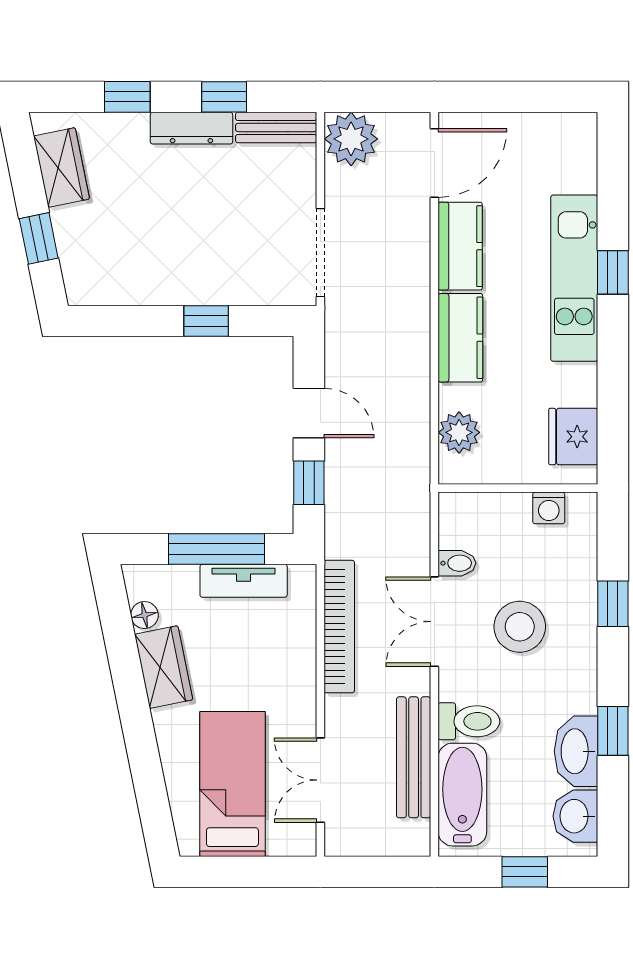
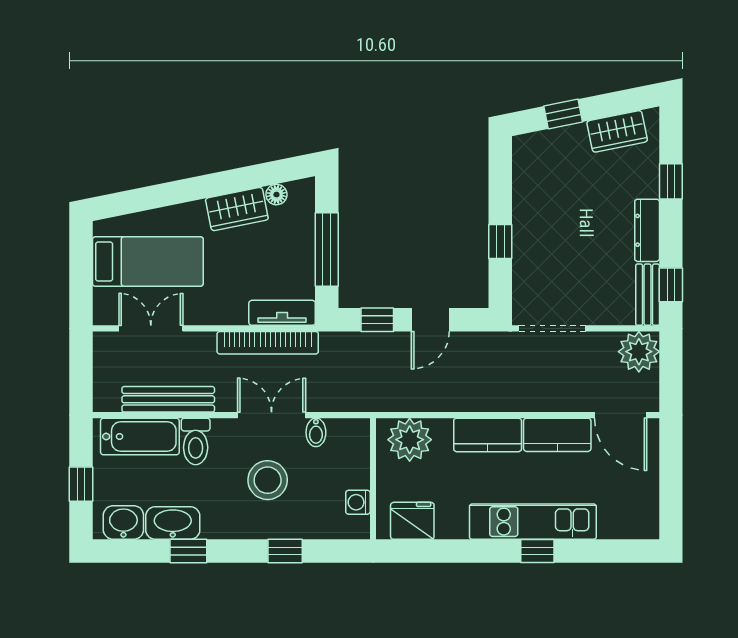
window: (224, 97) -> (671, 285), moved
plant: (459, 432) -> (410, 440), width x1.36, depth x1.36
tv unit: (244, 581) -> (282, 313), moved, turned 90

